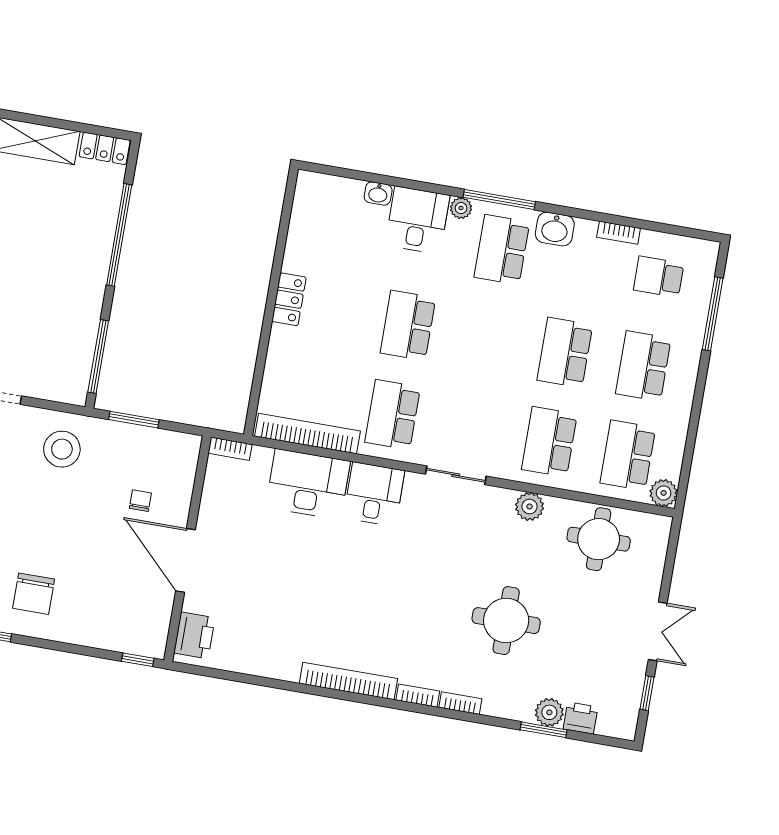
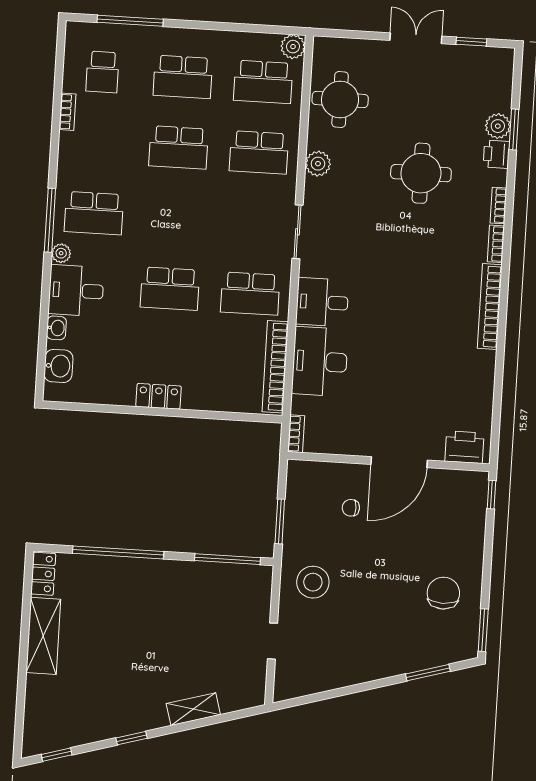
washbasin: (555, 229) -> (58, 366), moved
chair: (34, 594) -> (443, 593), turned -90
printer: (580, 718) -> (496, 154), moved

